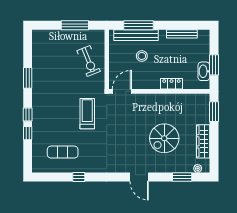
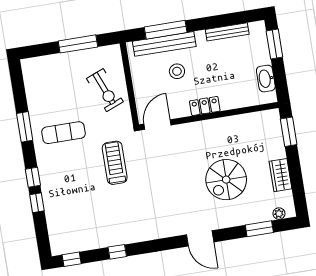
window: (214, 65) -> (274, 44), moved
locker: (171, 84) -> (205, 106), moved
wardrobe: (203, 141) -> (280, 175), width x0.67
exercise mat: (63, 152) -> (63, 133), moved
window: (46, 177) -> (72, 259), added

